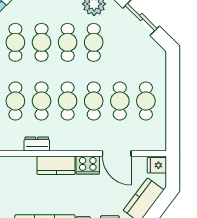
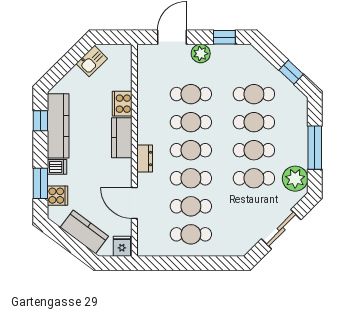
dresser: (37, 144) -> (145, 159), moved
door: (117, 154) -> (134, 203), hinge flipped
cooker: (88, 165) -> (122, 104), moved

